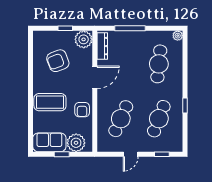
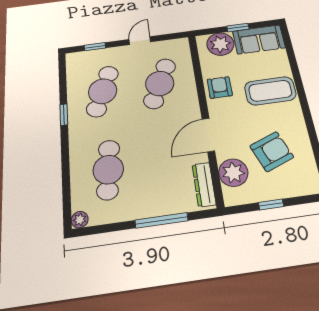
plant: (84, 39) -> (233, 173), moved

